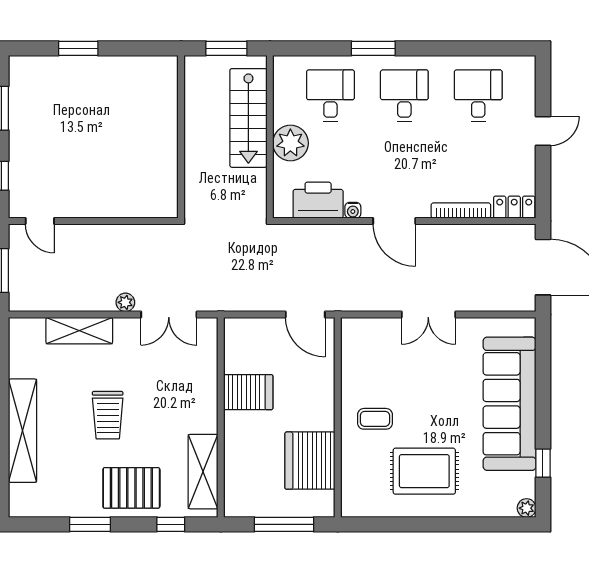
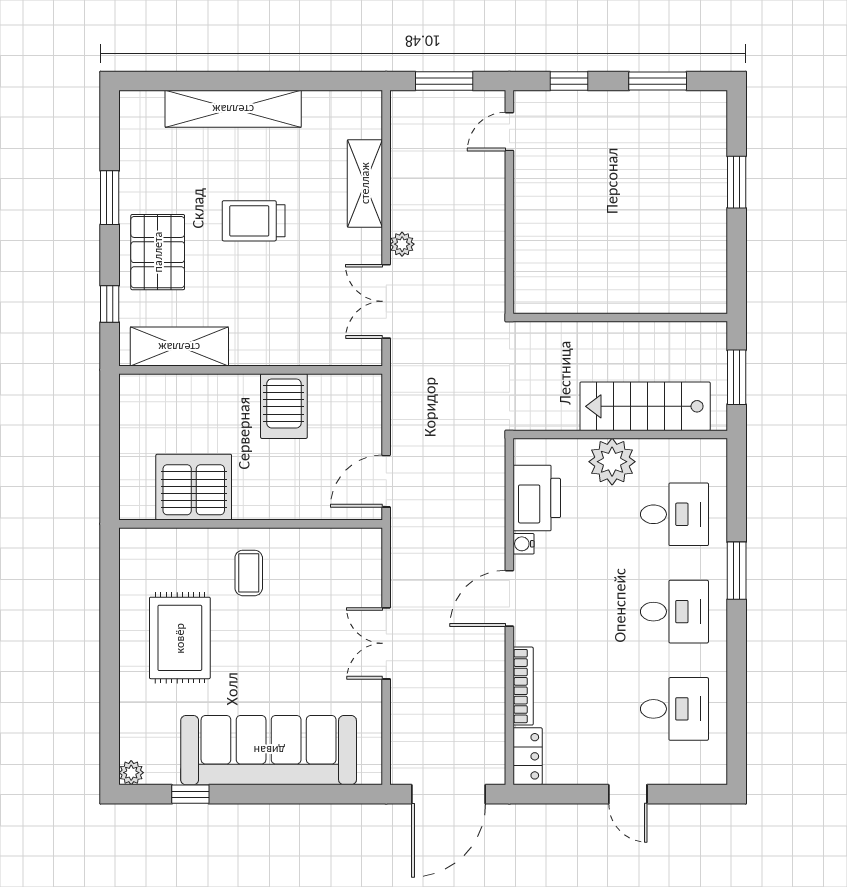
window: (284, 524) -> (110, 453), removed

